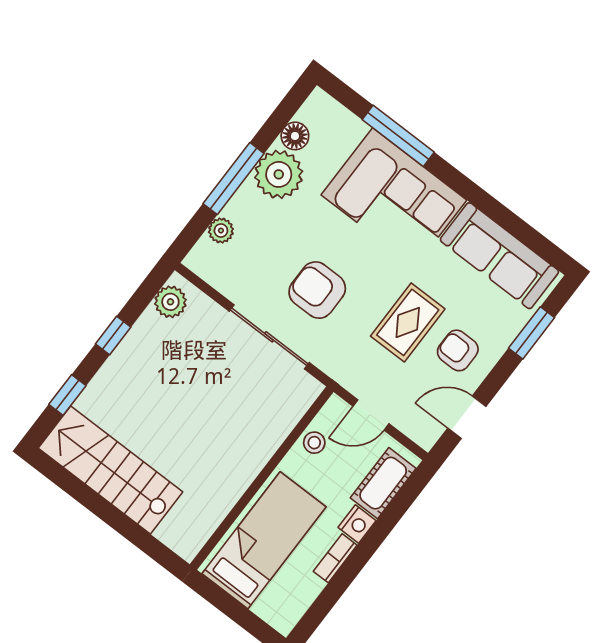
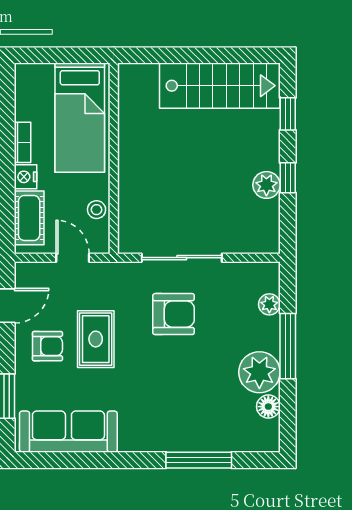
corner sofa: (394, 197) -> (170, 416), removed
plant: (170, 302) -> (266, 185), moved
door: (371, 415) -> (73, 258), hinge flipped

